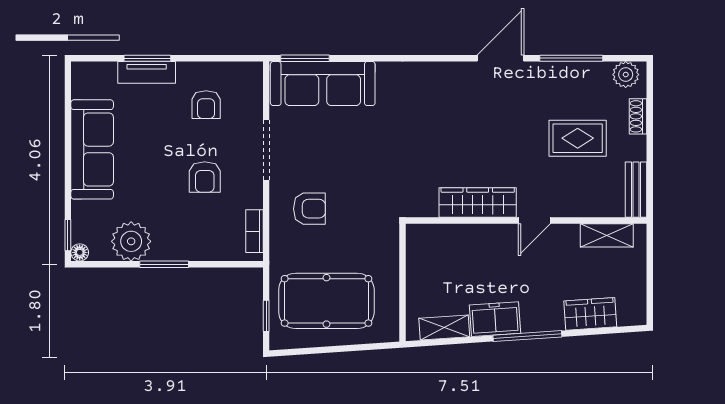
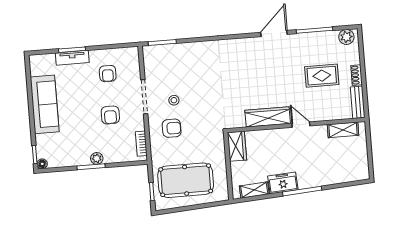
sofa: (323, 84) -> (173, 56), removed
shoe rack: (638, 116) -> (357, 75), moved
stool: (317, 160) -> (174, 100), added
door: (534, 220) -> (301, 125), swing flipped
plant: (131, 241) -> (97, 158), moved, width x0.53, depth x0.53
wardrobe: (590, 314) -> (237, 146), moved, turned 94

